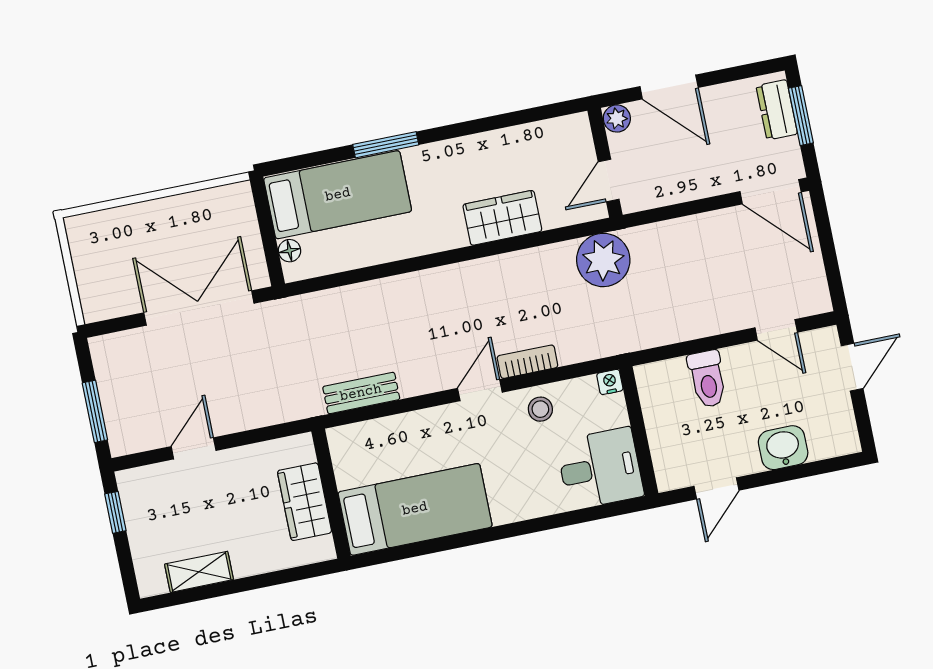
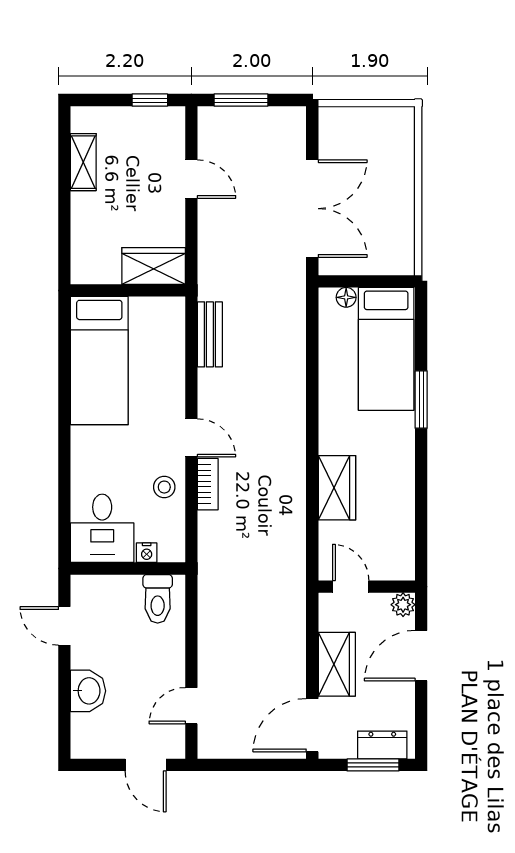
wardrobe: (698, 178) -> (337, 664), added
plant: (603, 260) -> (283, 568), removed
toilet: (707, 379) -> (158, 599), moved, turned -90
nightstand: (610, 382) -> (147, 553), moved, turned 90
wardrobe: (304, 502) -> (154, 266), moved

